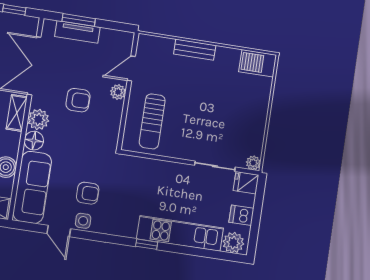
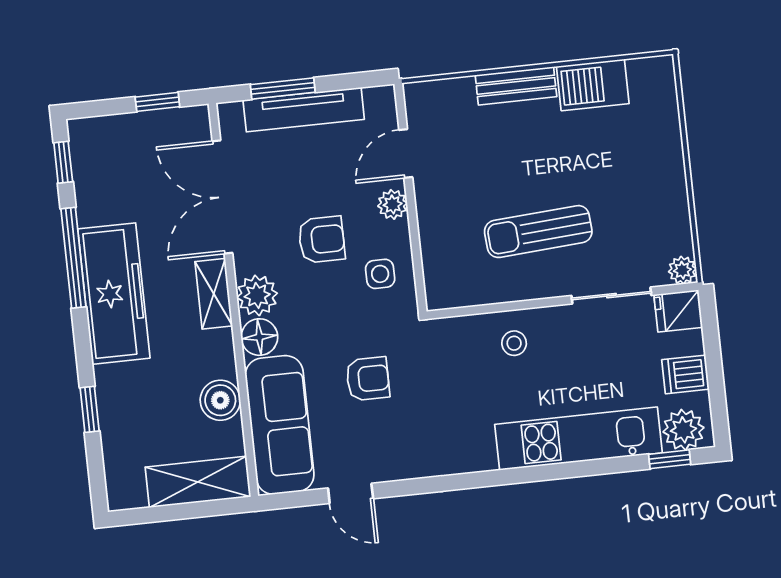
tv unit: (77, 32) -> (304, 110), width x1.41
barbecue: (258, 63) -> (593, 85), moved
sun lounger: (152, 121) -> (538, 232), moved, turned 86
stool: (160, 177) -> (514, 343), added
armchair: (88, 193) -> (368, 379), moved
side table: (83, 221) -> (380, 274), moved
window: (147, 244) -> (670, 459), moved

